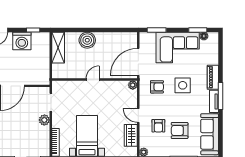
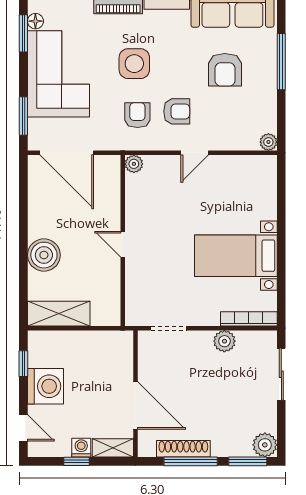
door: (138, 62) -> (67, 153), moved
plant: (44, 120) -> (224, 341), moved
armchair: (158, 126) -> (177, 111), moved
wardrobe: (131, 135) -> (235, 168), removed

